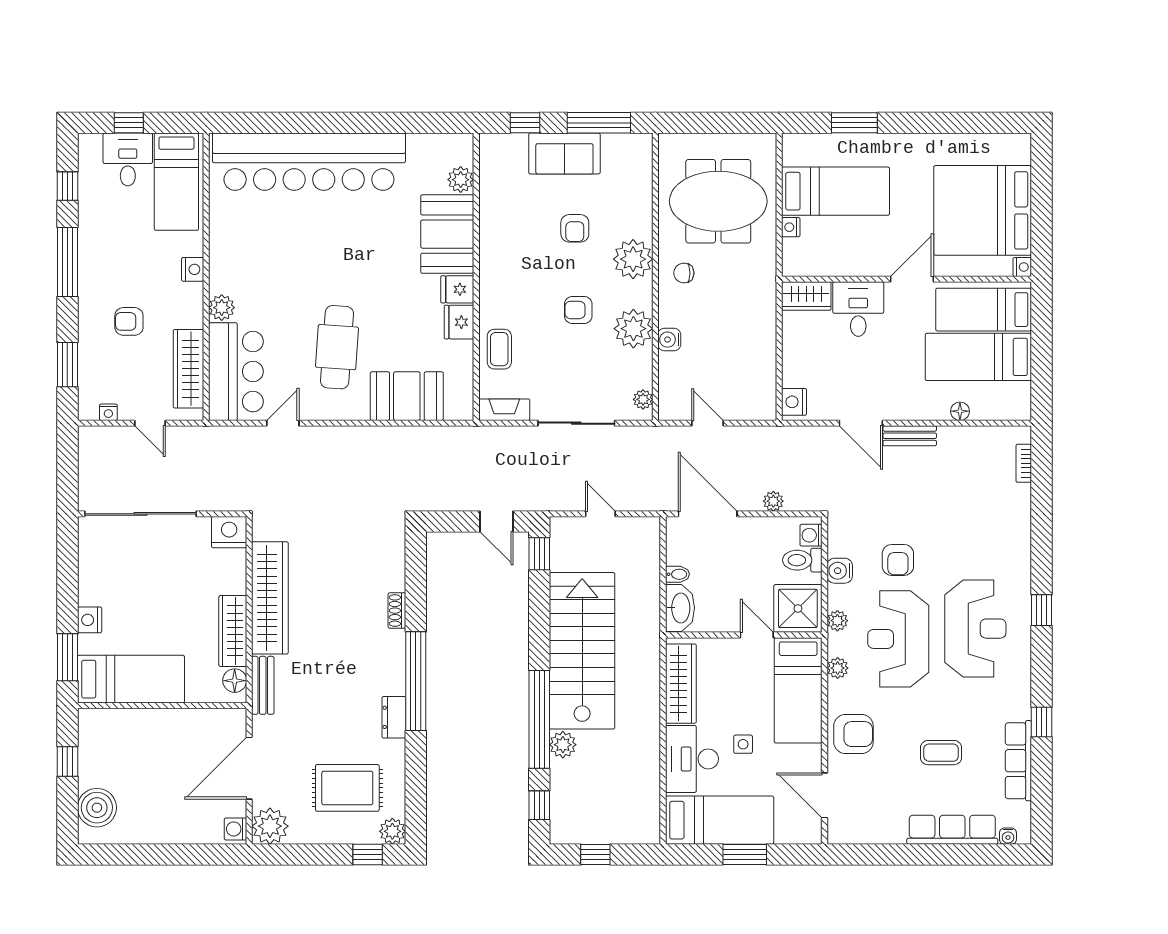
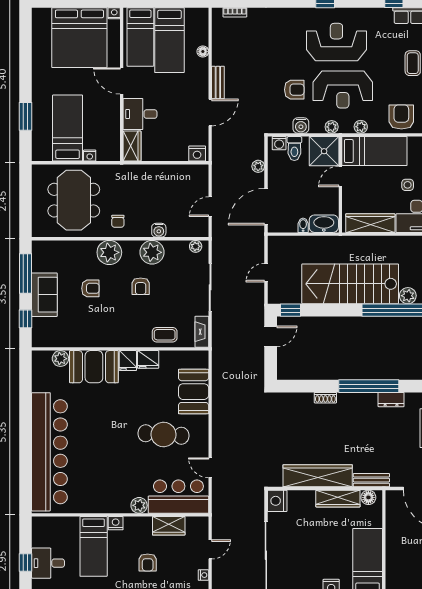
bed: (176, 182) -> (94, 546), moved, turned 90
wardrobe: (188, 369) -> (169, 526), width x0.67

